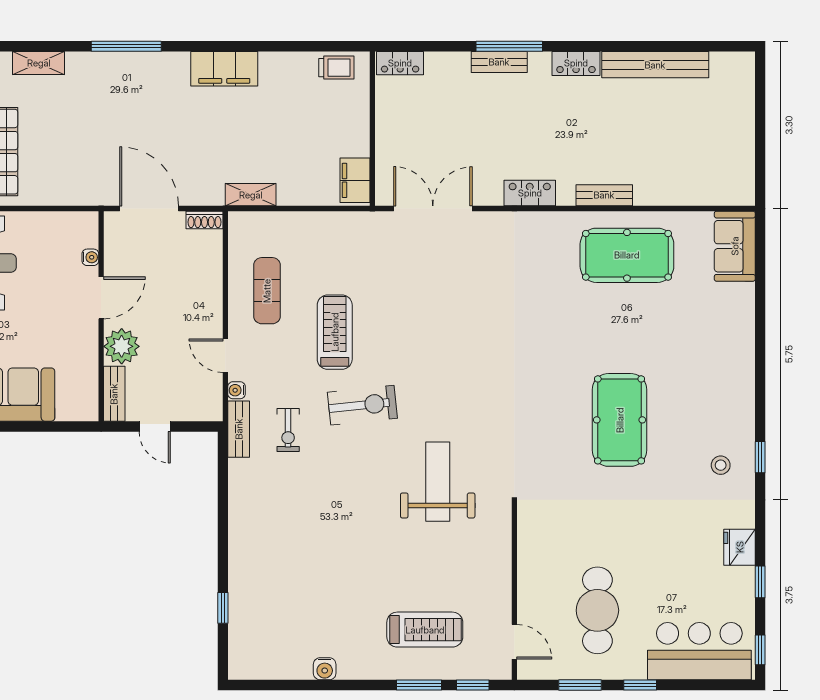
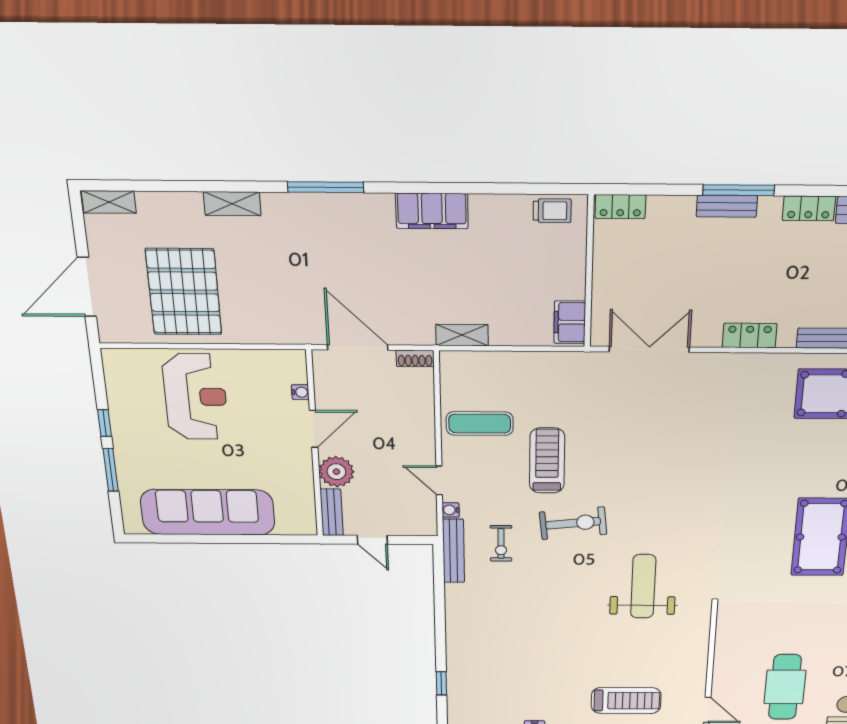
exercise mat: (267, 291) -> (480, 424), turned 90
bench: (239, 429) -> (454, 551), width x1.36

